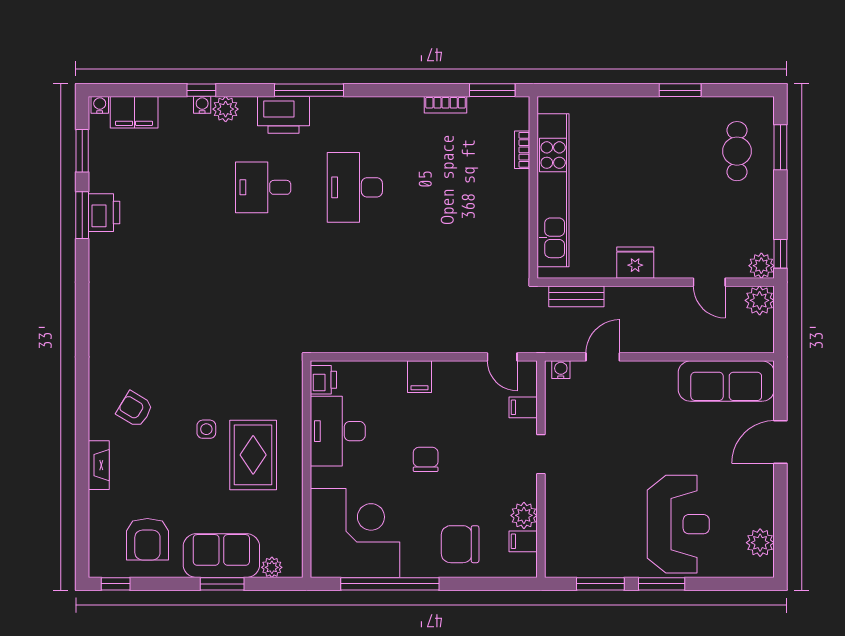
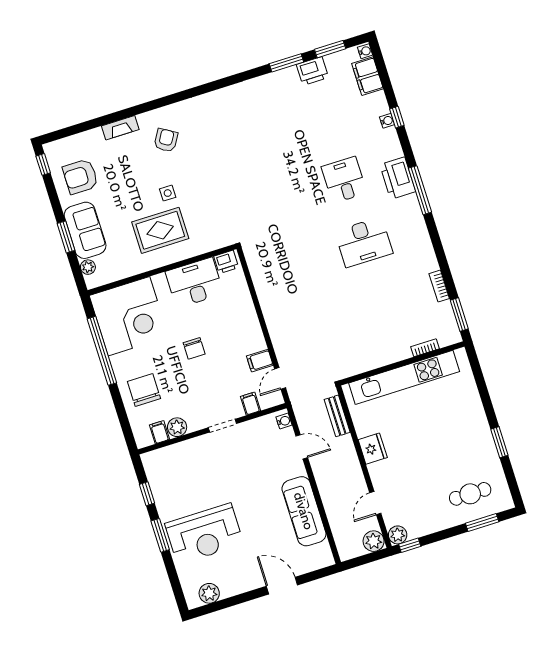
plant: (226, 109) -> (389, 138), removed
desk: (355, 187) -> (364, 242), turned 180
printer: (104, 213) -> (312, 71), moved
filing cabinet: (419, 377) -> (260, 361), moved
sofa: (726, 381) -> (304, 511), moved
chair: (426, 459) -> (194, 348), turned 90
window: (600, 584) -> (147, 494), width x0.67

